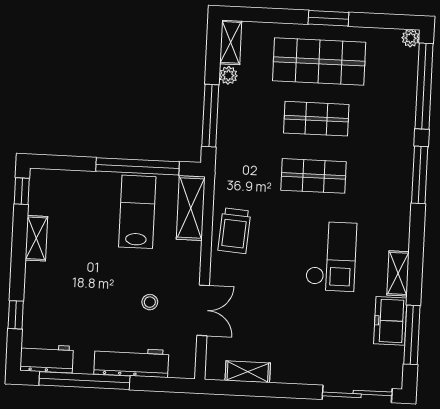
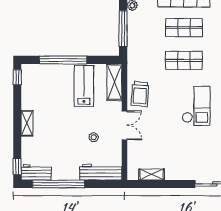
window: (137, 166) -> (63, 60), moved
shelving: (36, 238) -> (27, 123), moved
double door: (203, 310) -> (124, 125), moved
window: (16, 315) -> (17, 167), moved
workbench: (131, 362) -> (101, 172), moved

